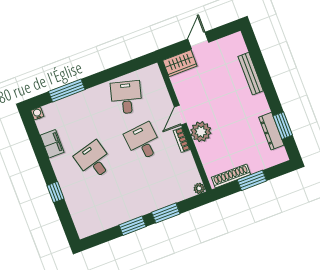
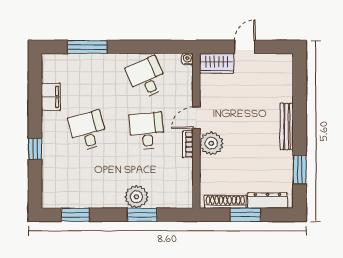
bench: (251, 74) -> (287, 127), moved
desk: (126, 97) -> (147, 78), turned -39
water cooler: (37, 113) -> (187, 59), moved
dresser: (271, 131) -> (267, 201), moved, turned 90
plant: (199, 188) -> (136, 197), moved, width x1.87, depth x1.87
window: (132, 226) -> (75, 215), moved

